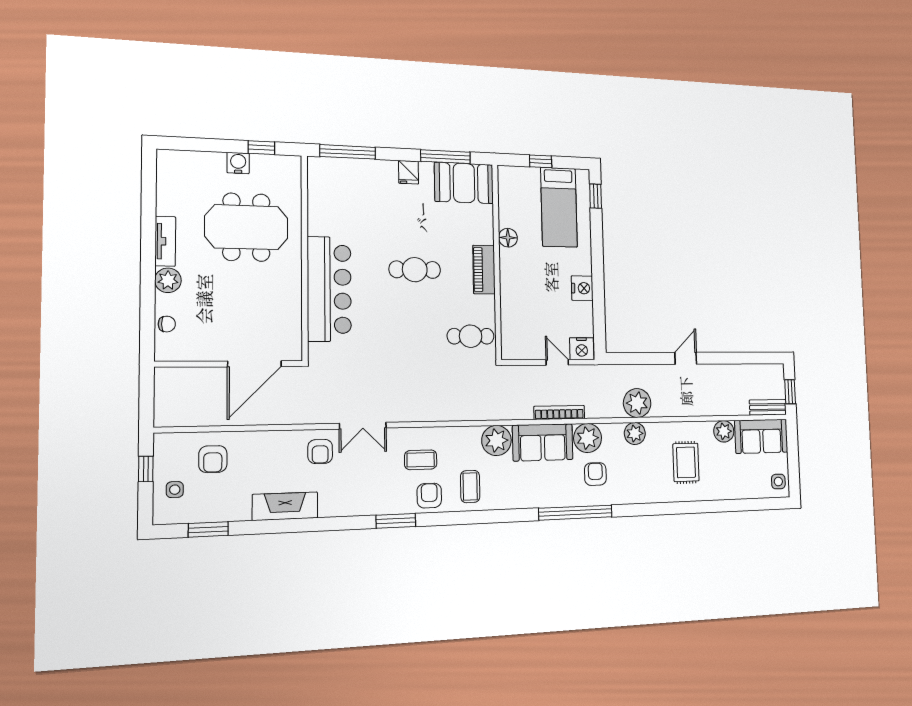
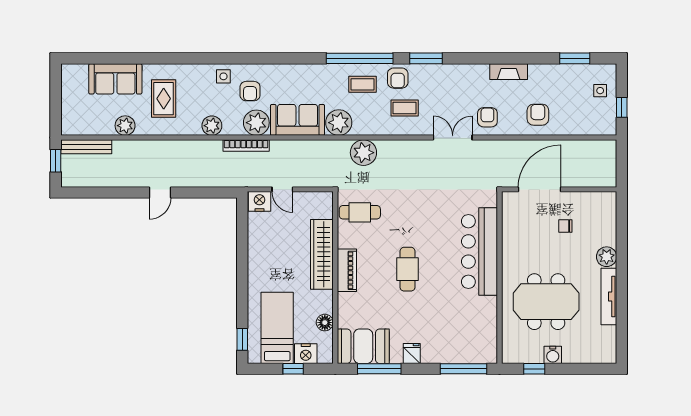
floor lamp: (508, 238) -> (325, 323), moved
tv unit: (165, 241) -> (609, 297), width x1.41
cafe table: (415, 270) -> (407, 269), turned 90
wardrobe: (512, 288) -> (322, 254), added
nightstand: (582, 288) -> (306, 354), moved, turned -90
chair: (167, 324) -> (565, 226), moved
plant: (637, 403) -> (363, 153), moved
bench: (768, 407) -> (86, 147), width x1.36
bookcase: (559, 412) -> (246, 146), moved
sofa: (761, 436) -> (115, 79), moved, turned 180
armchair: (213, 459) -> (538, 115), moved
side table: (778, 482) -> (223, 76), moved
coffee table: (470, 486) -> (363, 84), turned 90
fireplace: (285, 506) -> (509, 72), width x0.73, depth x0.76
window: (575, 513) -> (360, 58), moved

